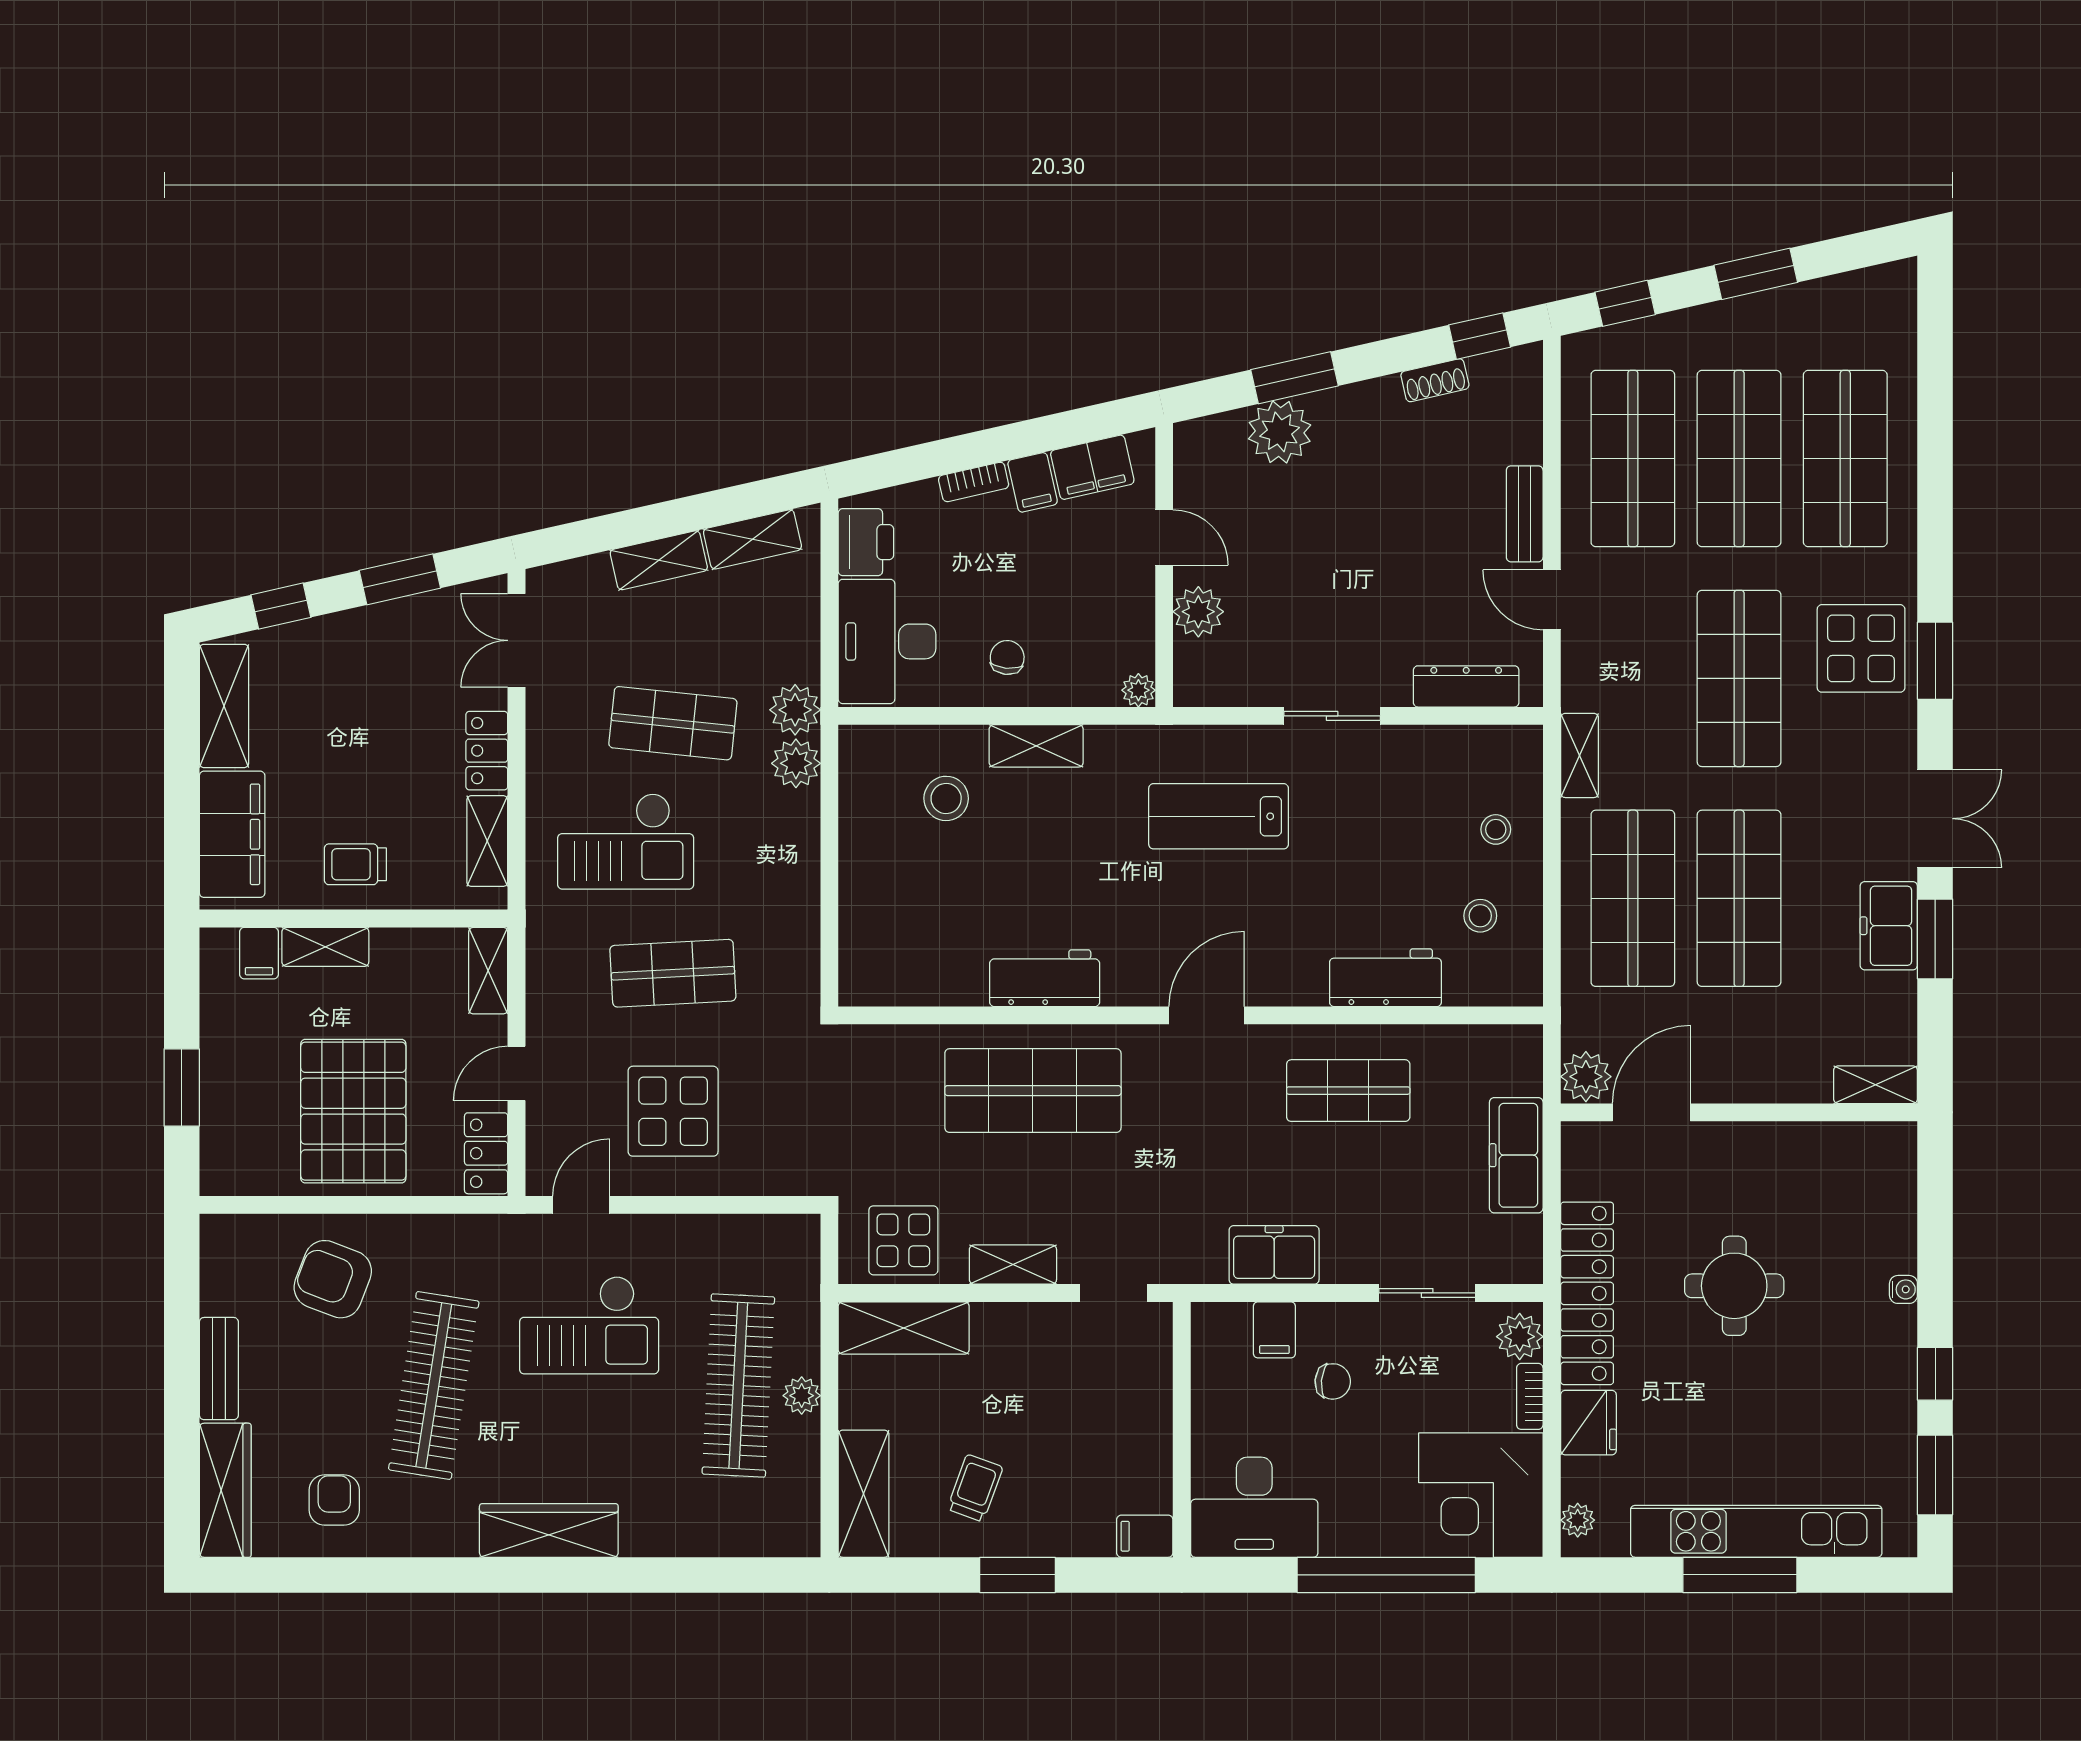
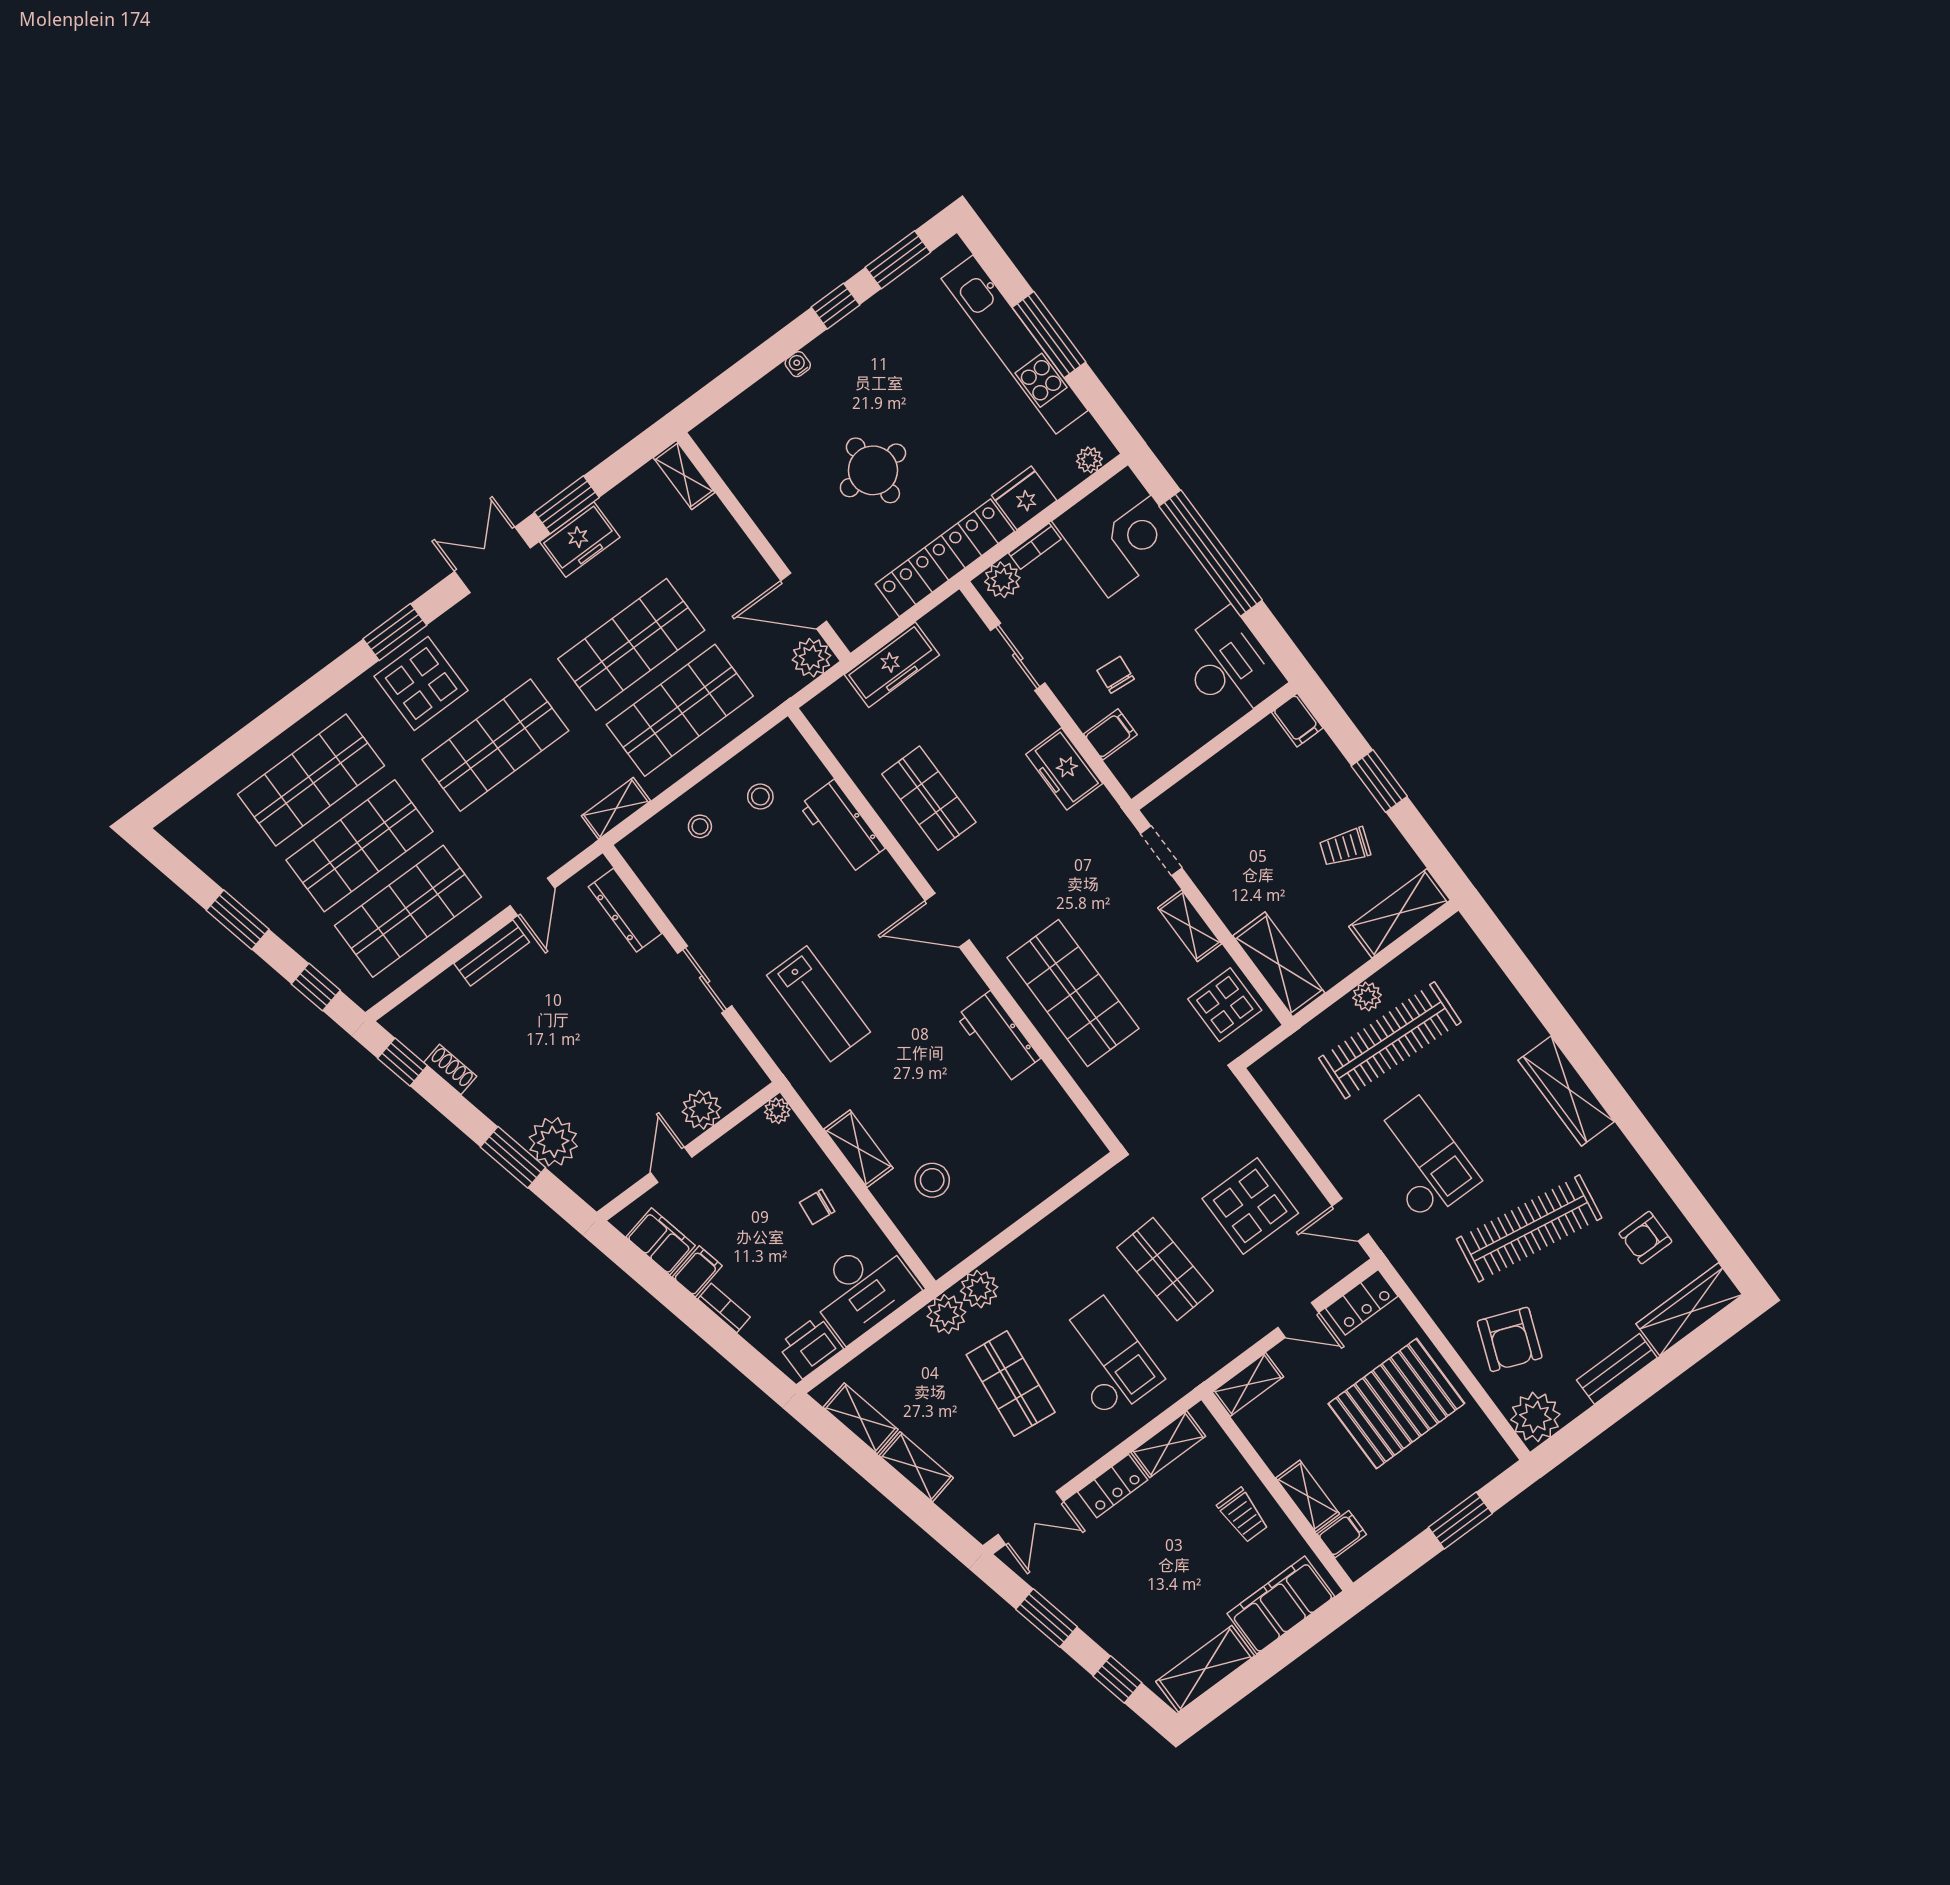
plant: (232, 1246) -> (1535, 1417), added

